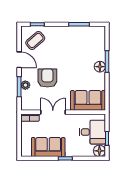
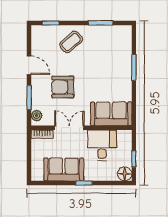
coffee table: (35, 40) -> (71, 42), moved
floor lamp: (100, 67) -> (125, 73), removed
armchair: (47, 78) -> (63, 87), turned -90
plant: (25, 85) -> (37, 116), moved
desk: (92, 132) -> (102, 145), moved, turned -90

